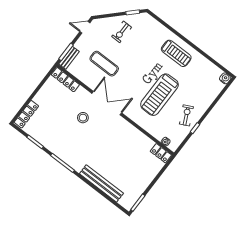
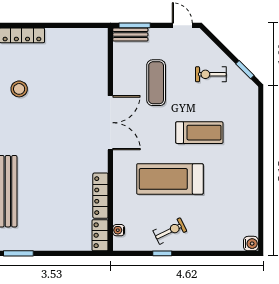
treadmill: (176, 53) -> (199, 133), moved, turned -90
locker: (65, 80) -> (100, 196), moved
stool: (83, 118) -> (19, 89), moved

